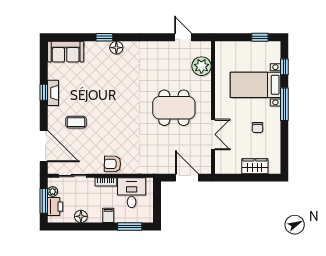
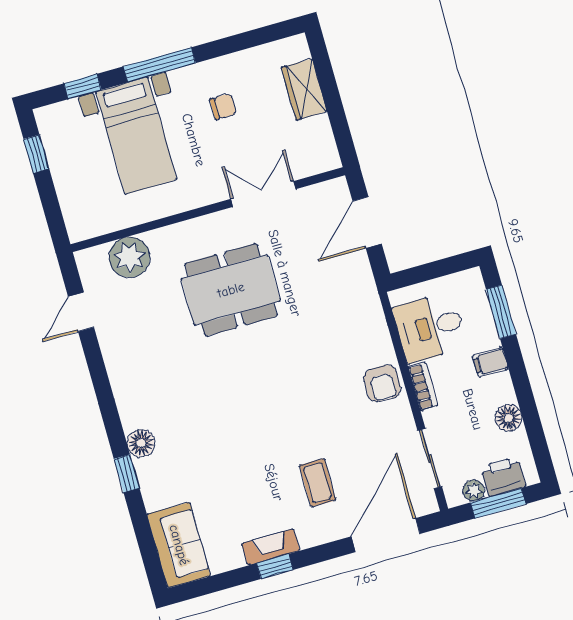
dining table: (174, 108) -> (231, 290), turned 90

